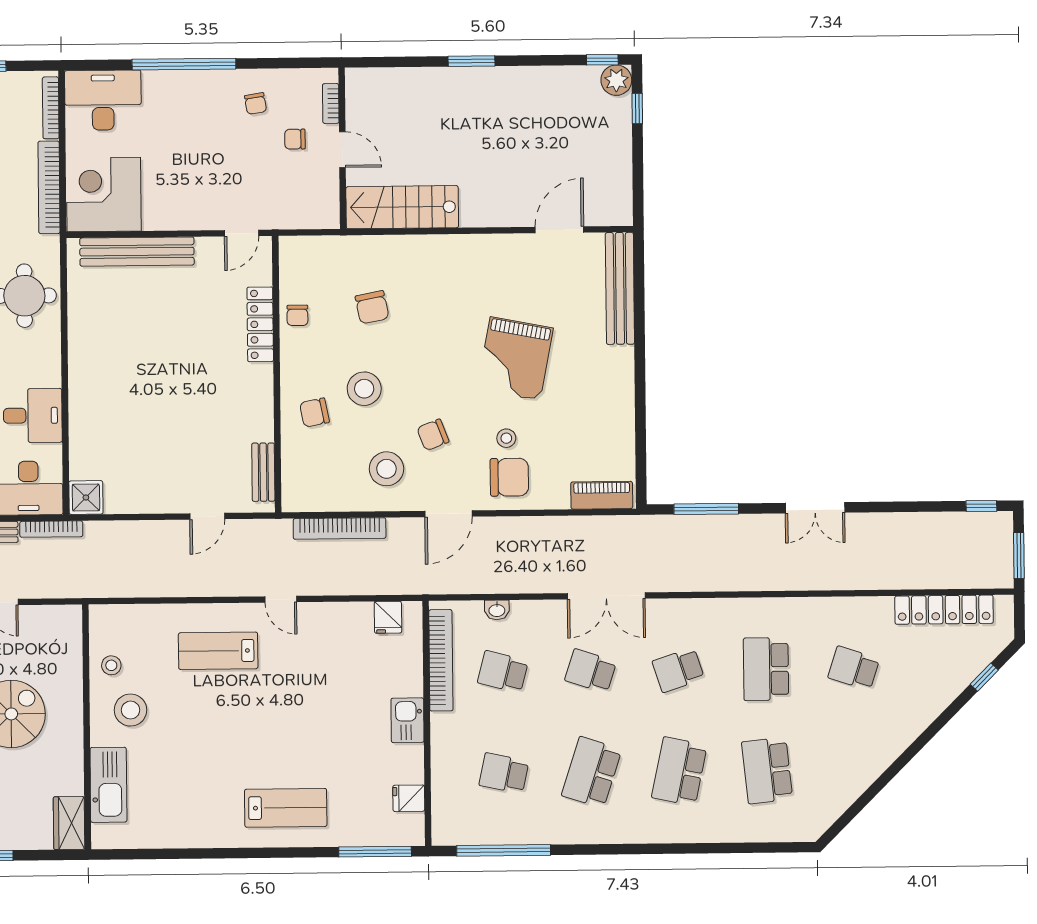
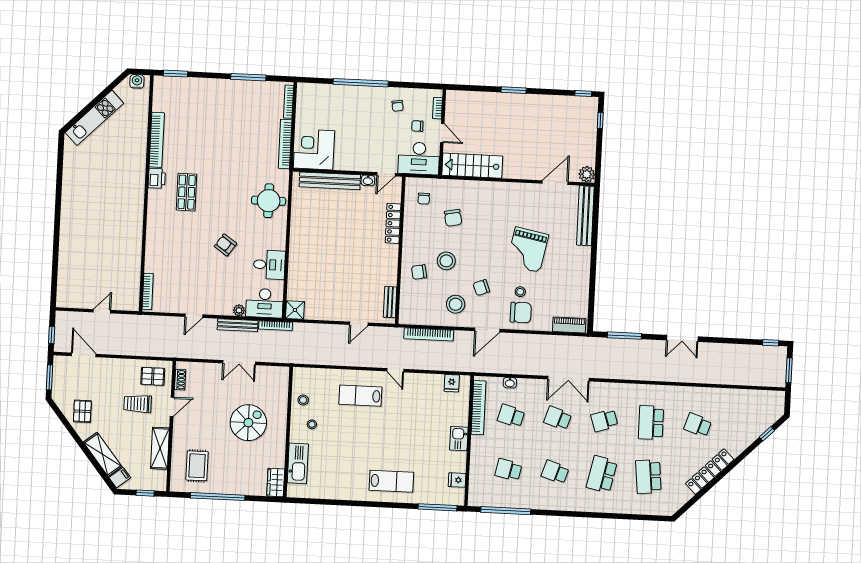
plant: (616, 80) -> (587, 174), moved
desk: (103, 100) -> (419, 158), moved, turned 180
washbasin: (208, 247) -> (368, 180), added
chair: (297, 315) -> (424, 199), moved
locker: (944, 610) -> (710, 472), moved, turned 135
stool: (130, 710) -> (312, 424), width x0.53, depth x0.53
school desk: (592, 772) -> (555, 472), width x0.54

